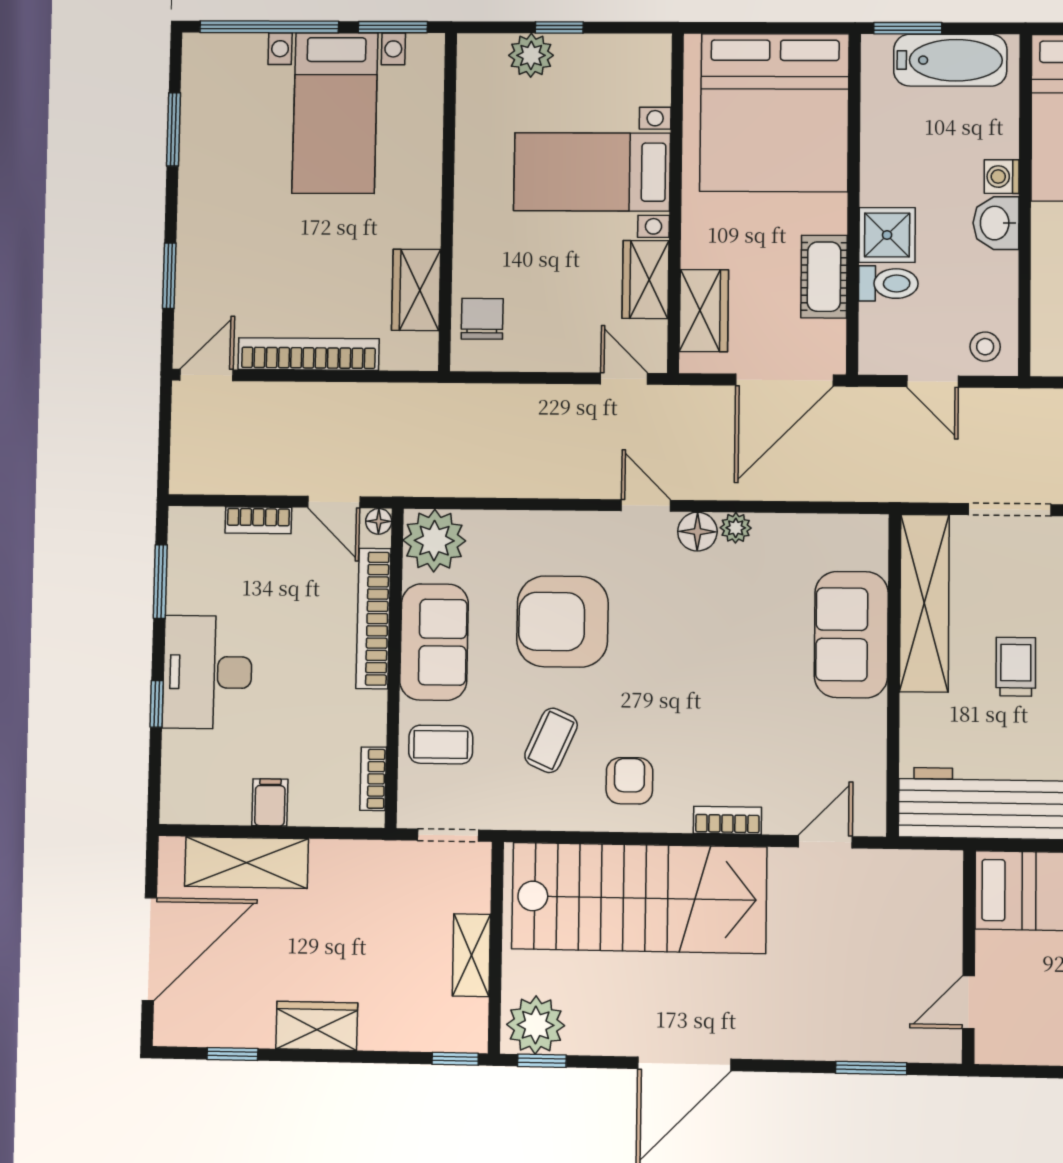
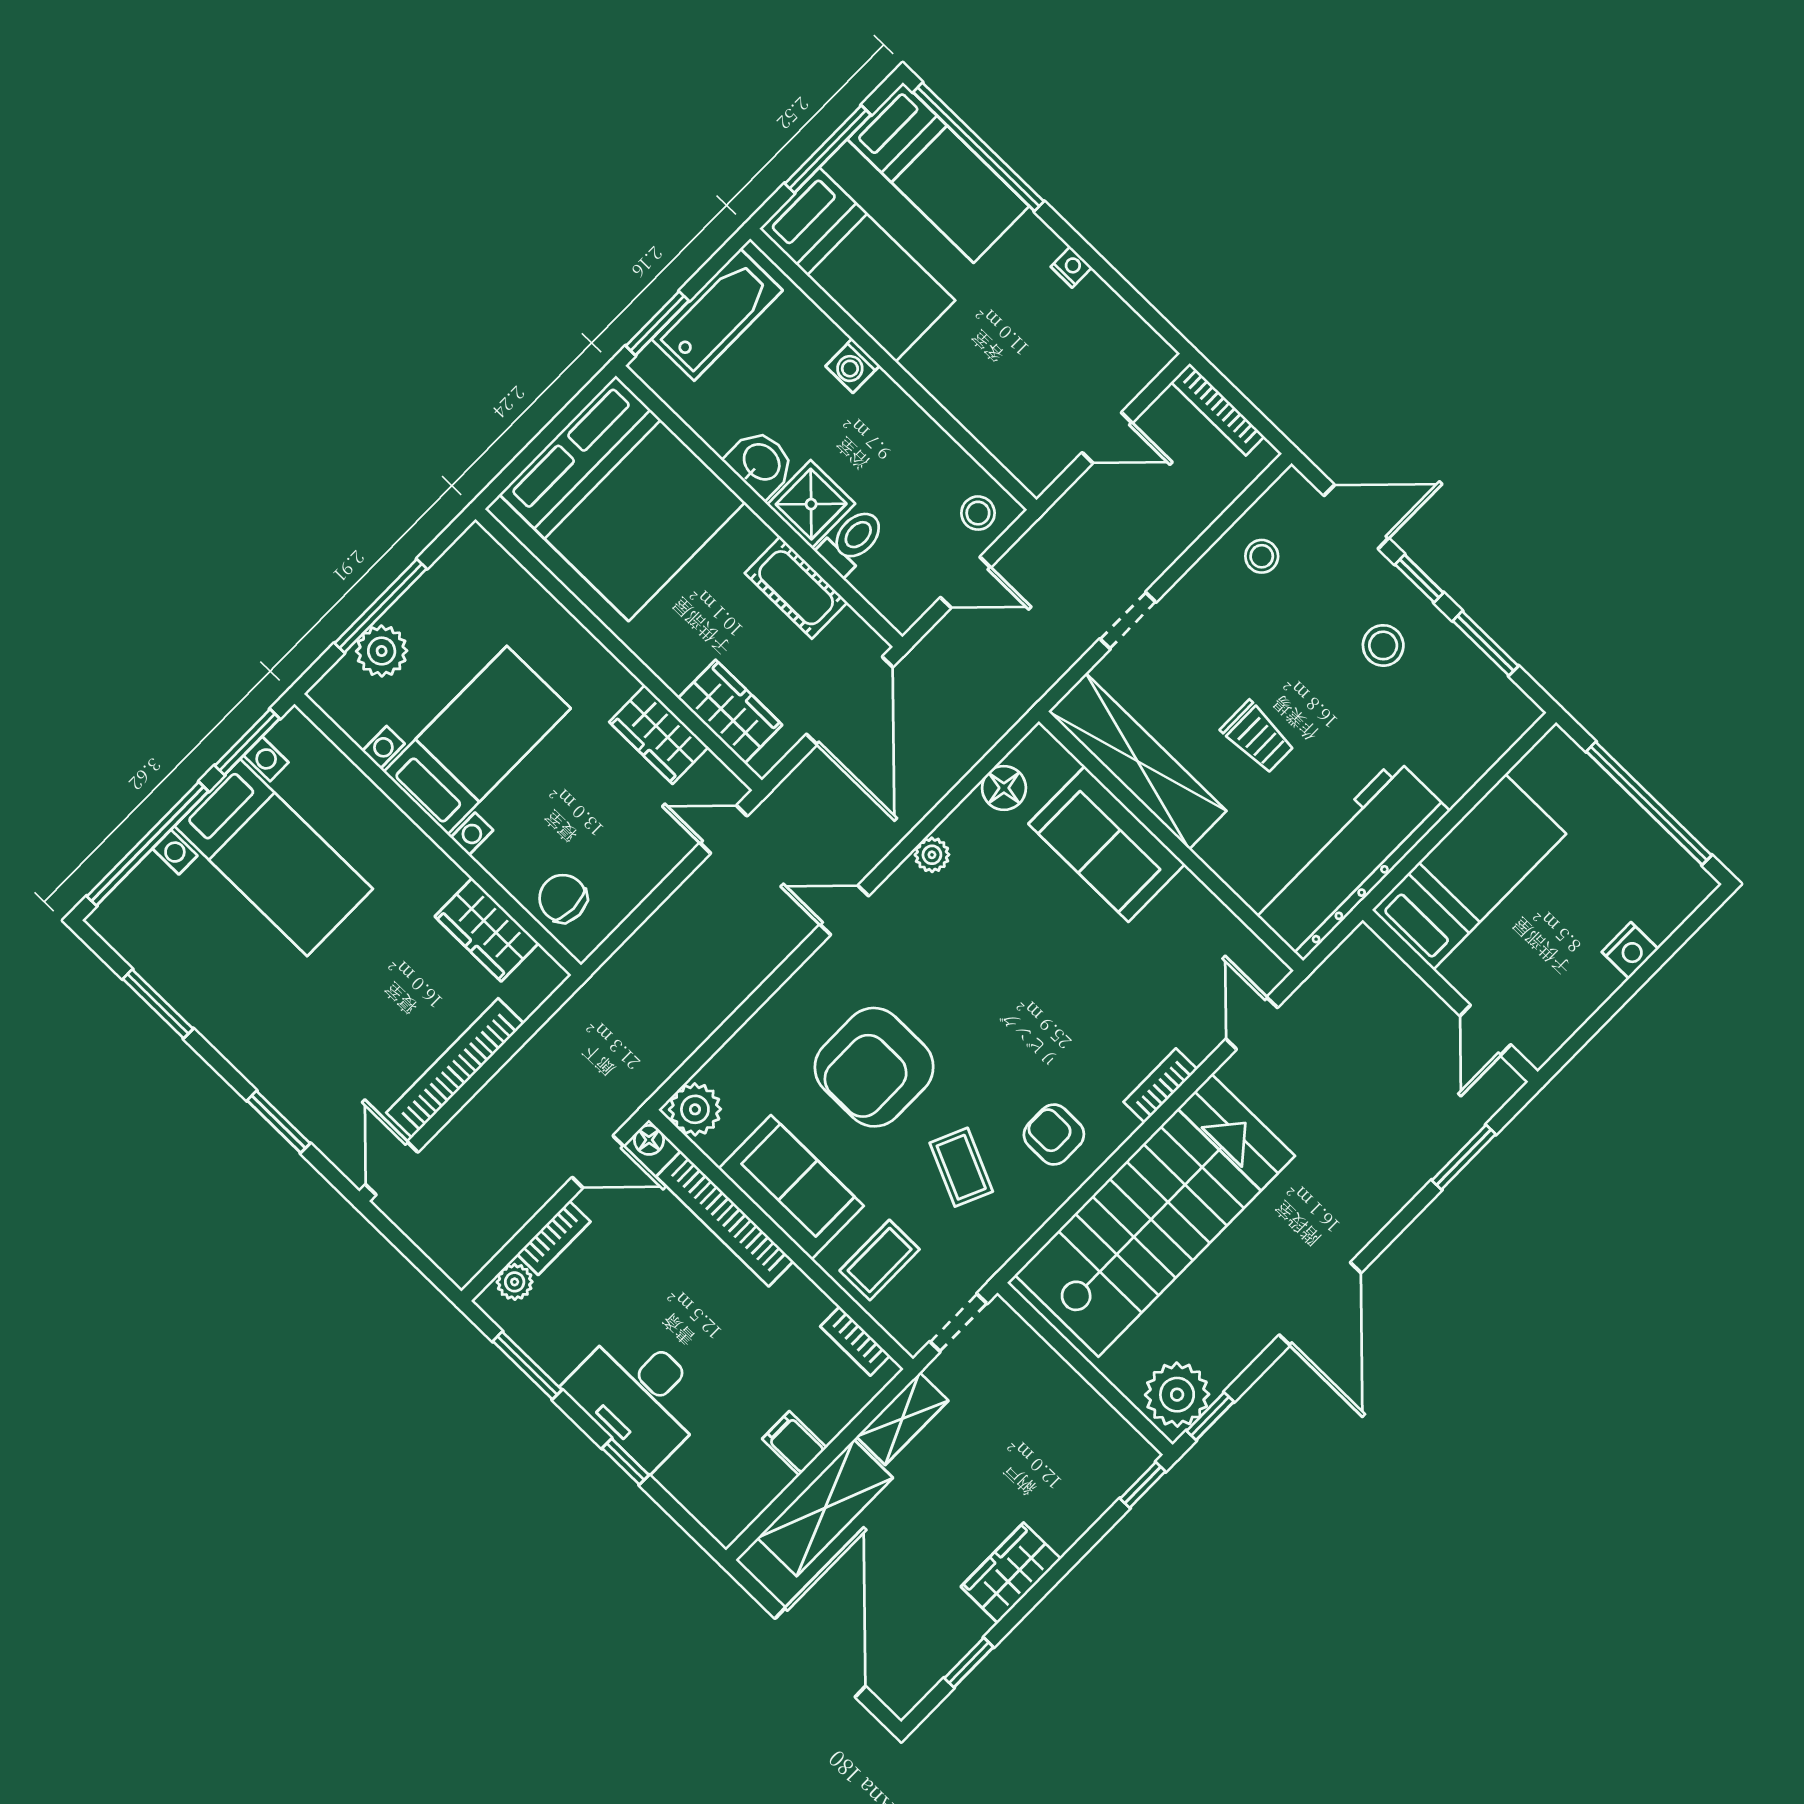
window: (559, 27) -> (381, 606), width x2.17
bed with nightstands: (592, 172) -> (477, 740), moved, turned 180
washbasin: (996, 223) -> (761, 463), moved, turned 180
doorway: (1010, 510) -> (1128, 621), width x0.73
plant: (207, 522) -> (515, 1282), added
floor lamp: (697, 532) -> (1004, 788), moved
plant: (434, 541) -> (695, 1109), width x0.73, depth x0.73
trolley: (1016, 667) -> (1258, 737), turned 180
shelving: (471, 955) -> (902, 1419), moved, turned 90

